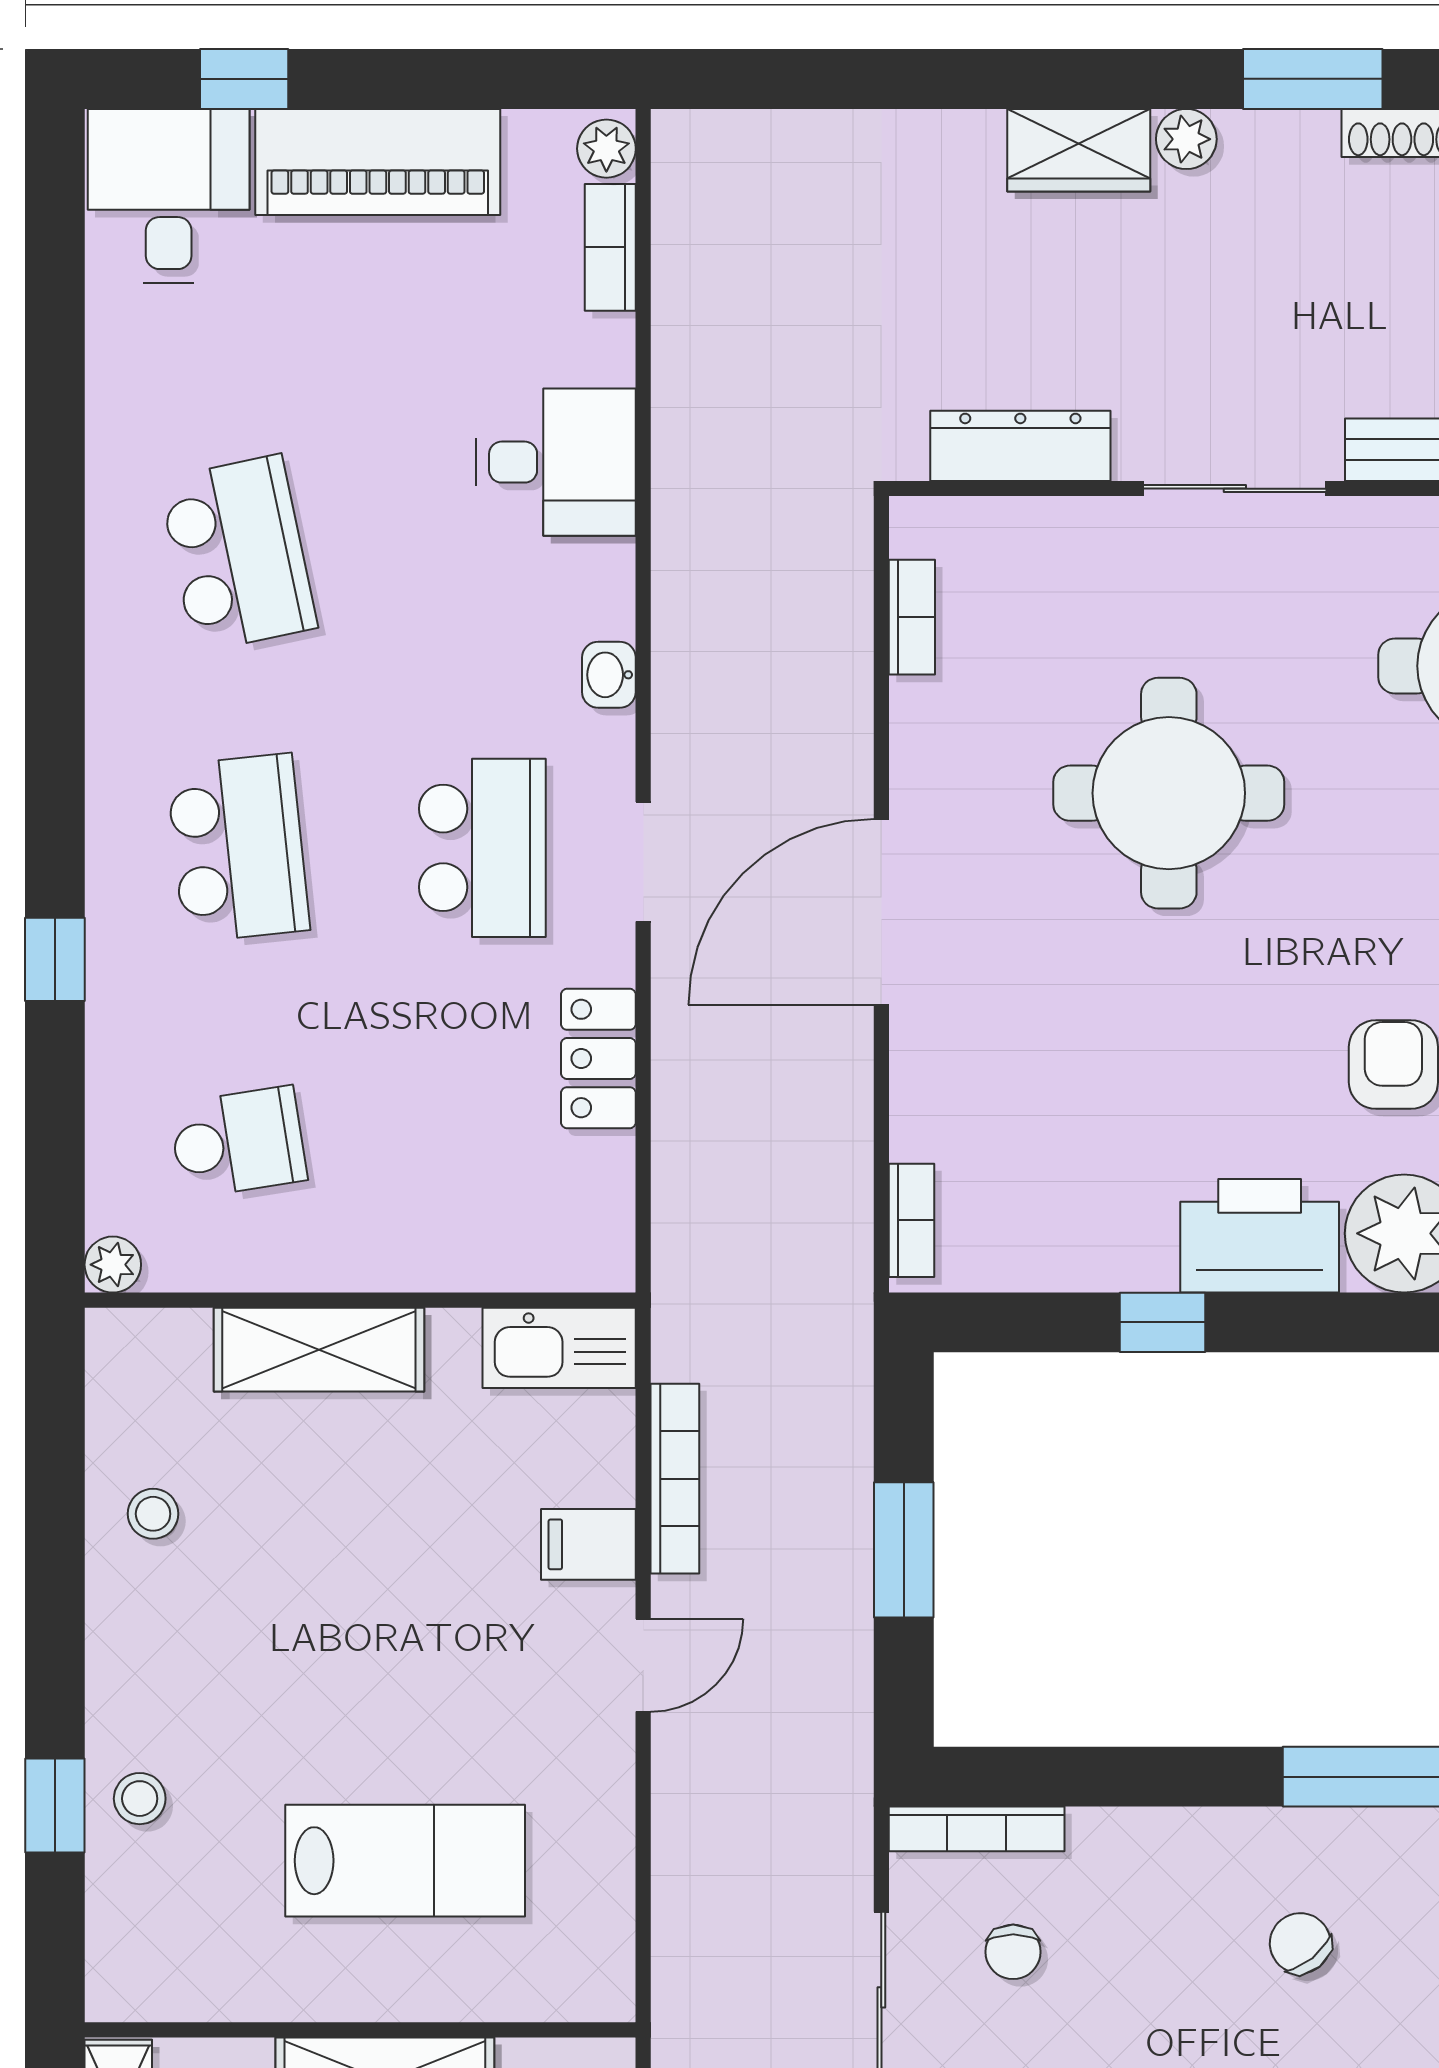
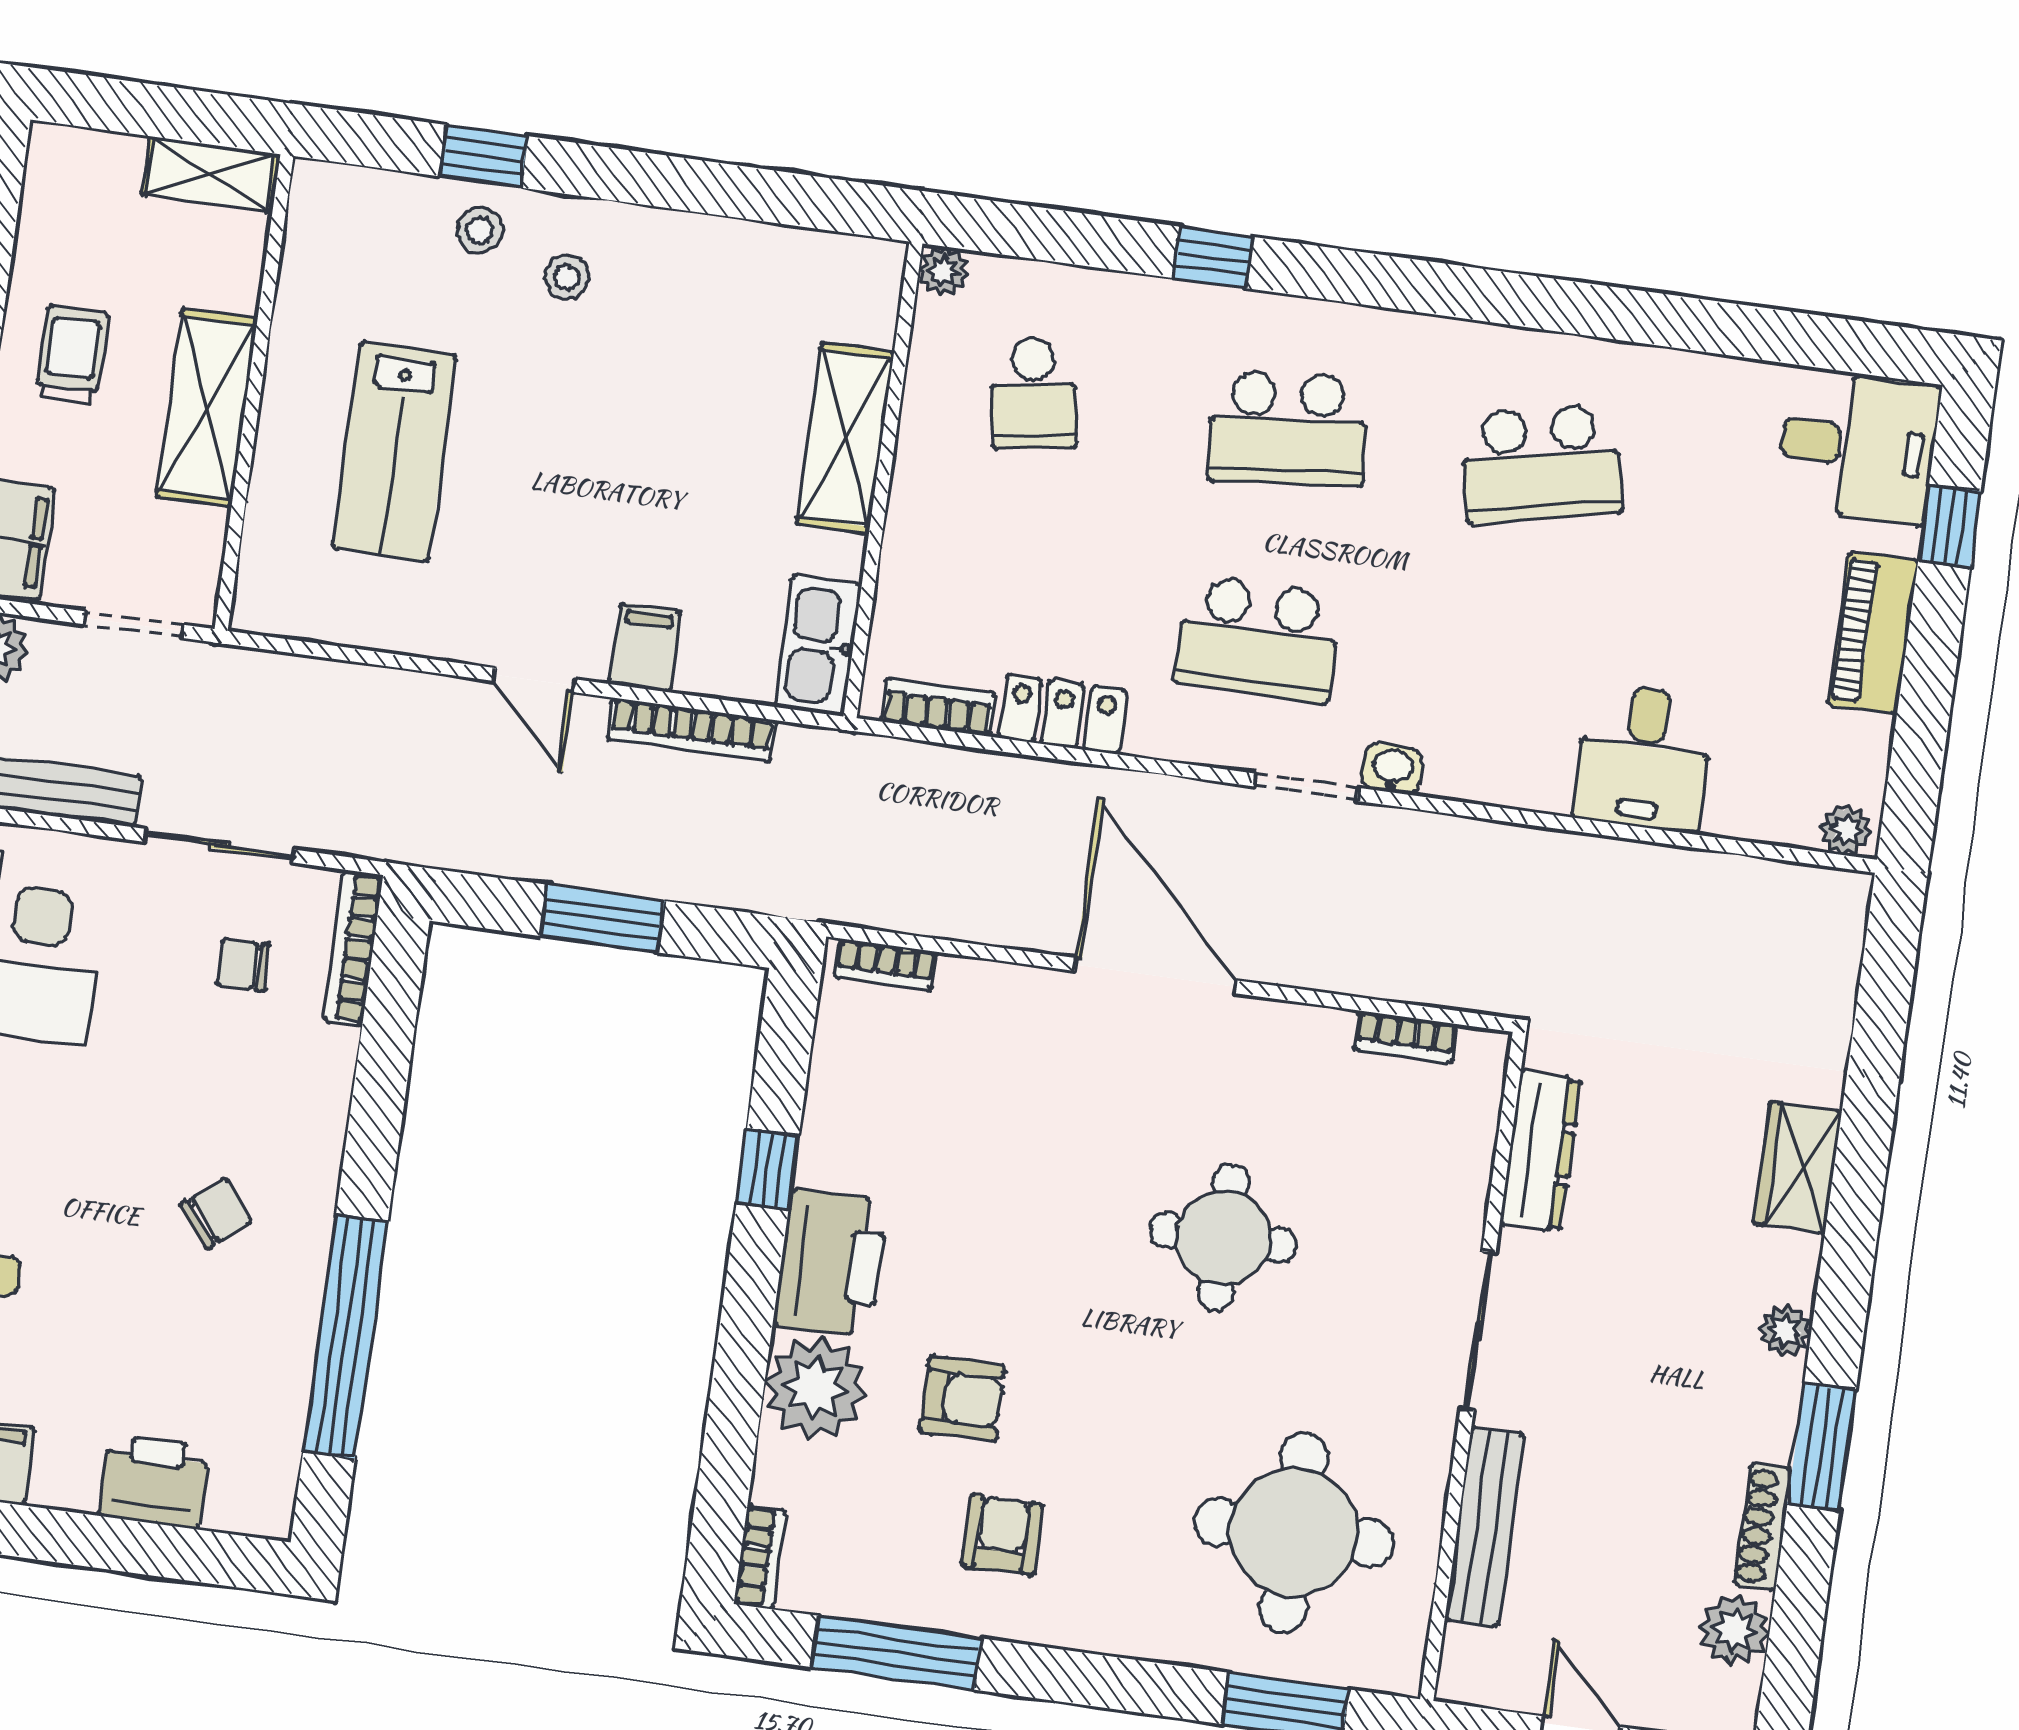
wardrobe: (1079, 150) -> (1798, 1167), moved
piano: (378, 162) -> (1873, 633), width x0.73, depth x0.75
bookcase: (610, 247) -> (938, 707), moved
desk: (556, 462) -> (1644, 758), moved
round table: (1169, 793) -> (1223, 1238), width x0.73, depth x0.73
doorway: (643, 862) -> (1306, 787), moved
stool: (153, 1514) -> (567, 277), moved

